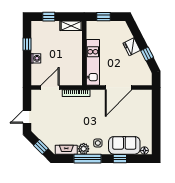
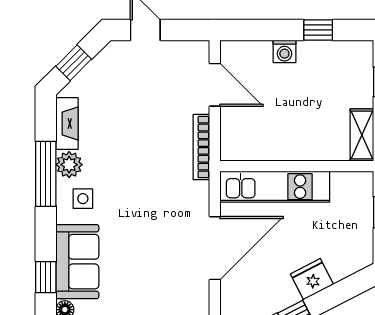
door: (119, 88) -> (215, 248), swing flipped
window: (120, 159) -> (46, 277), moved

